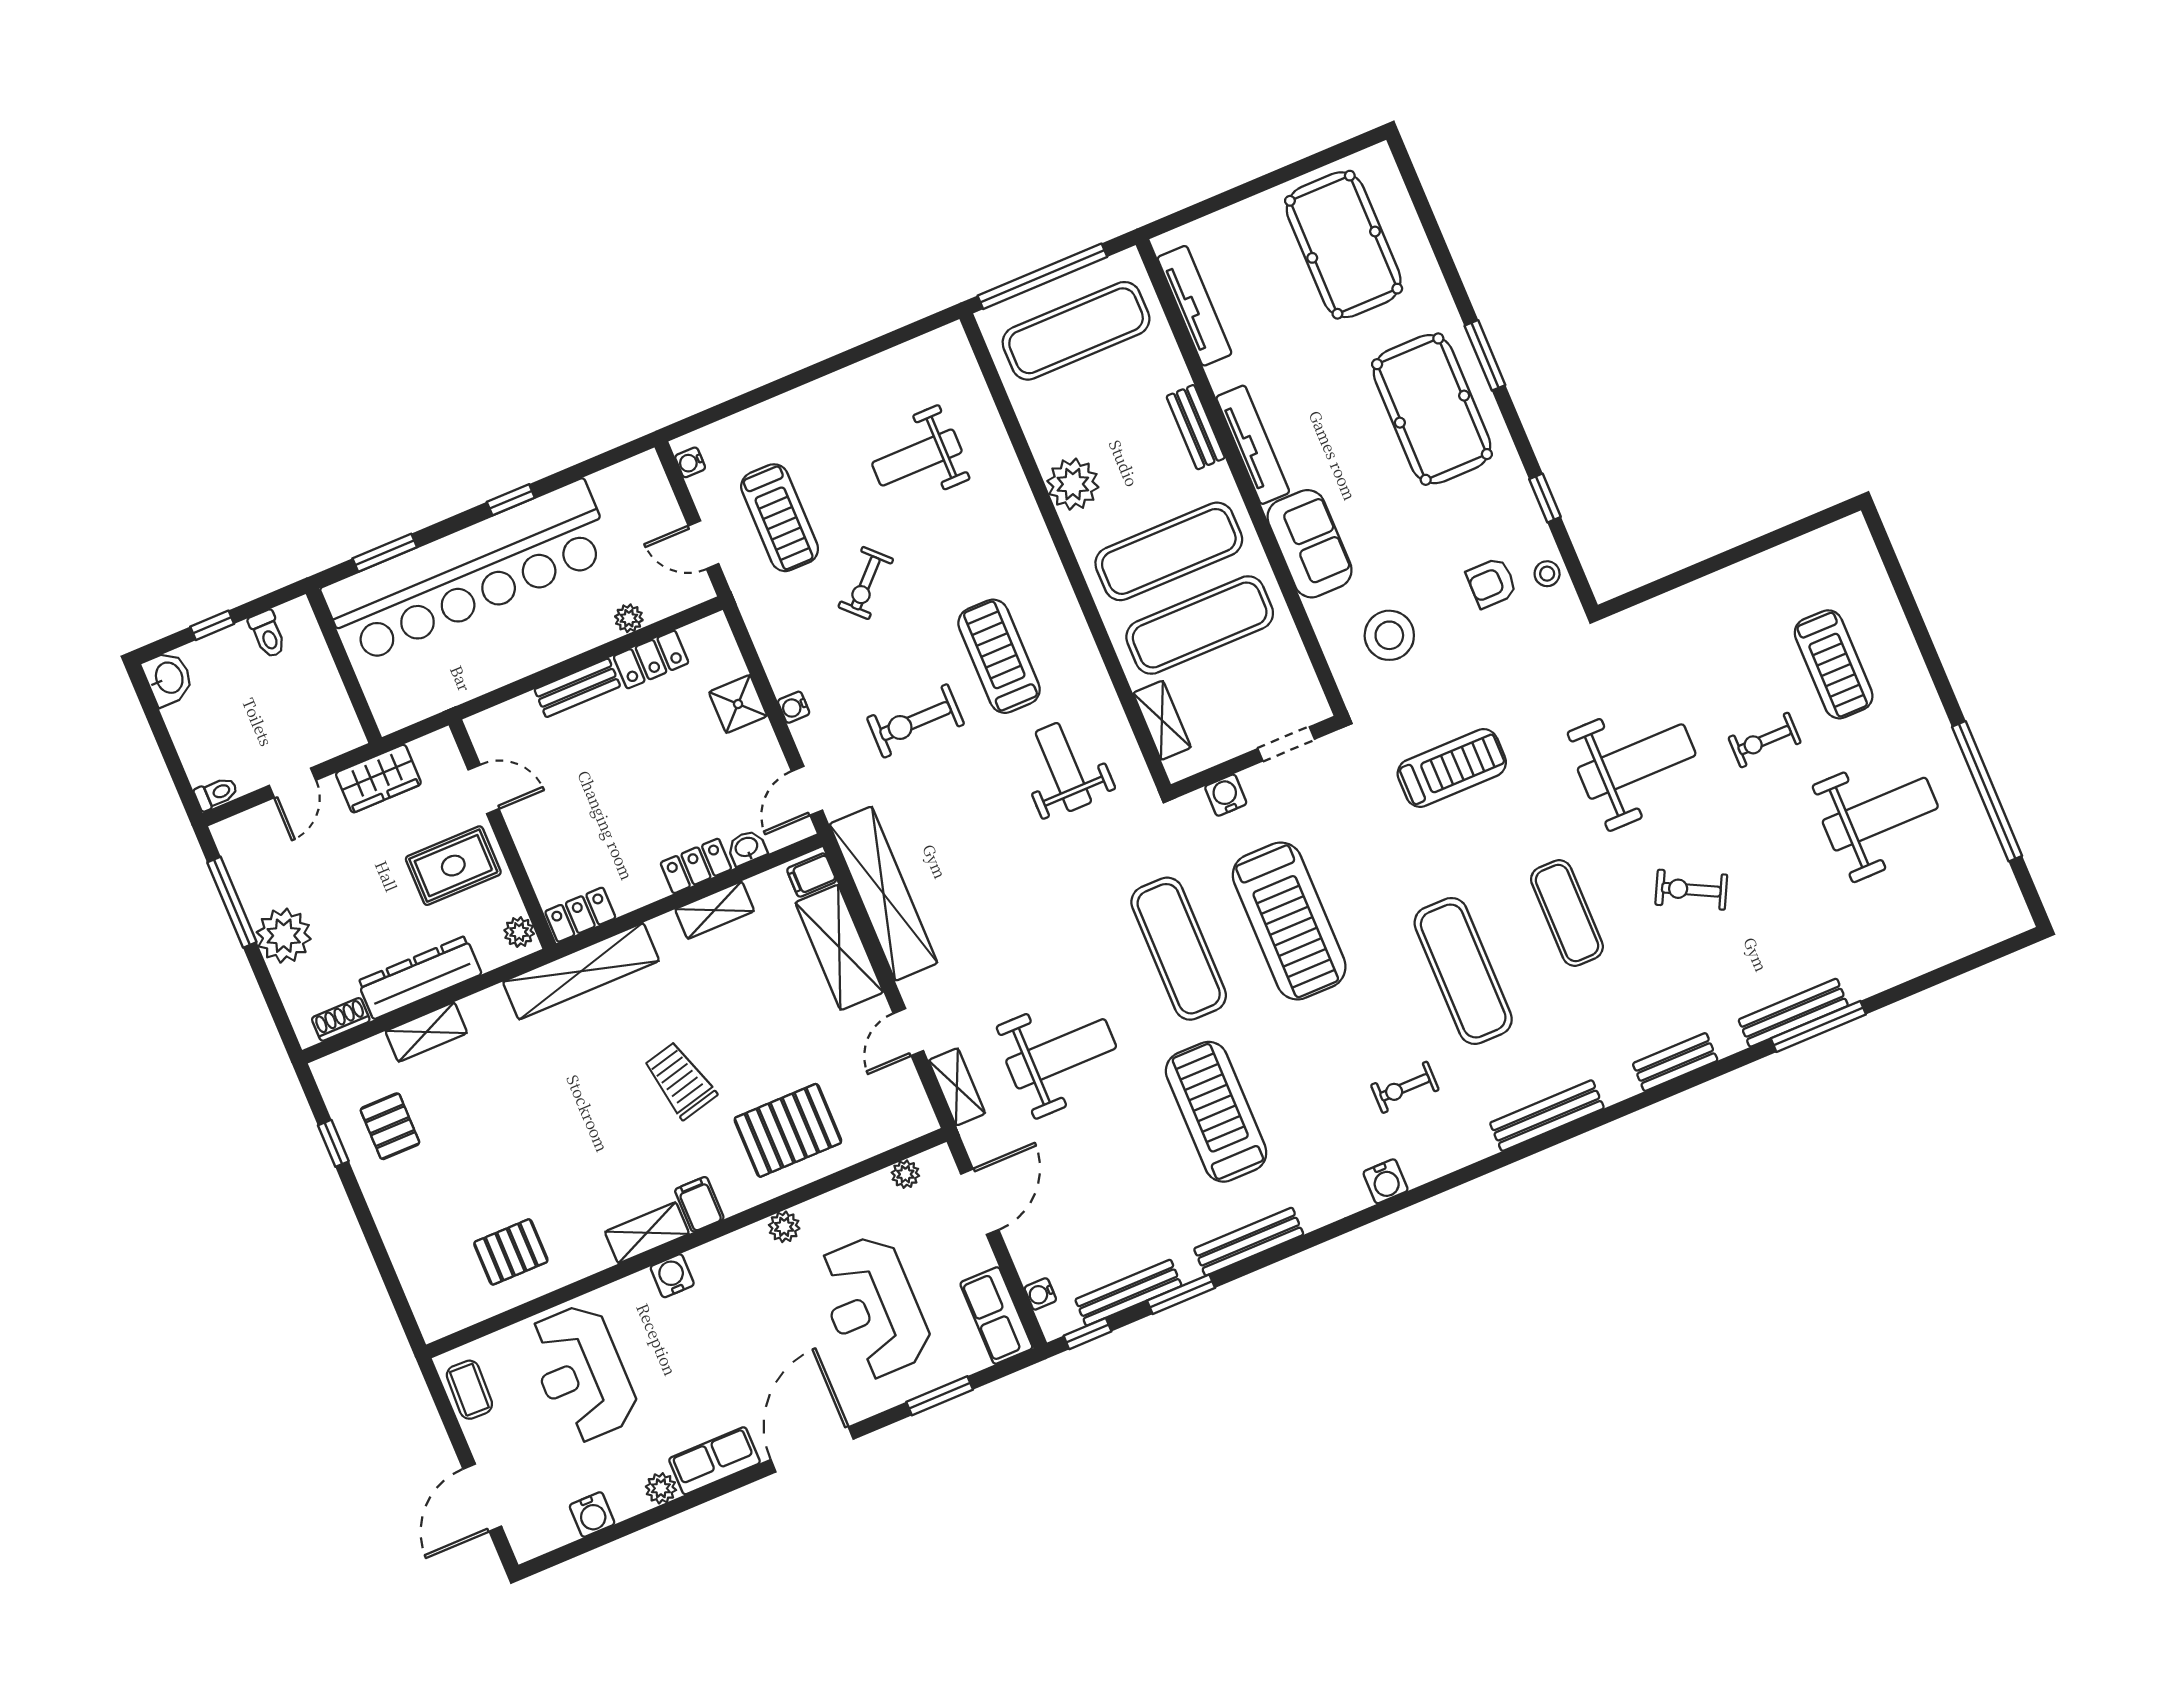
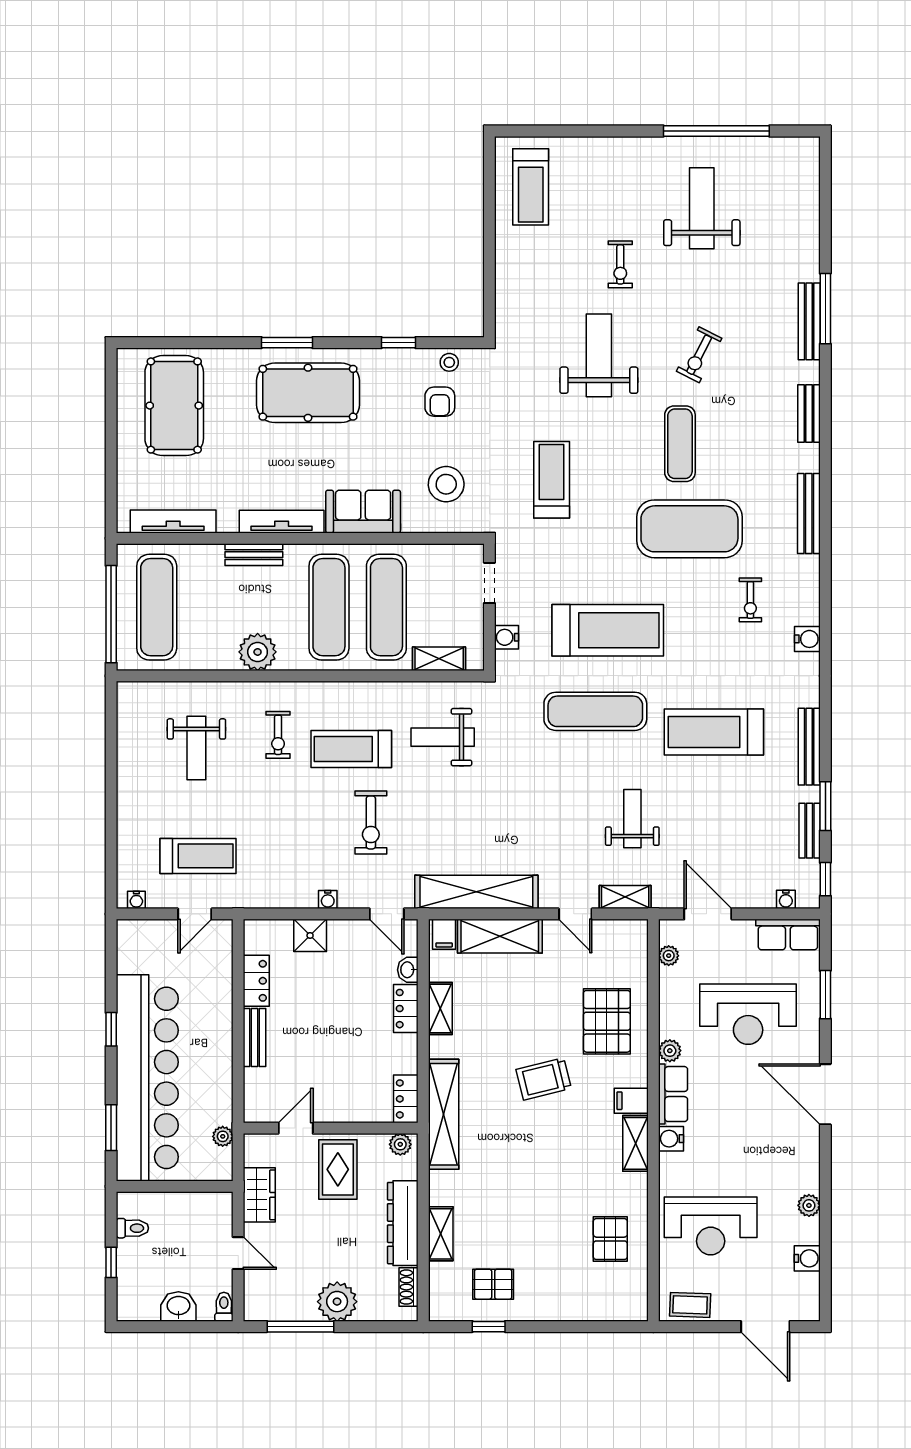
pool table: (1344, 245) -> (174, 406), turned 90
exercise bike: (866, 583) -> (278, 735), moved, turned 45
plant: (629, 618) -> (223, 1136), moved
treadmill: (1834, 664) -> (531, 187), moved, turned 90
washbasin: (168, 678) -> (178, 1306), moved
exercise mat: (1567, 913) -> (680, 444), turned 90
exercise mat: (1463, 971) -> (689, 529), width x1.47
weight bench: (1061, 1054) -> (632, 819), width x0.73, depth x0.75
bench: (1128, 1293) -> (810, 831), width x0.73
row of seats: (715, 1461) -> (673, 1094), moved, turned 180

